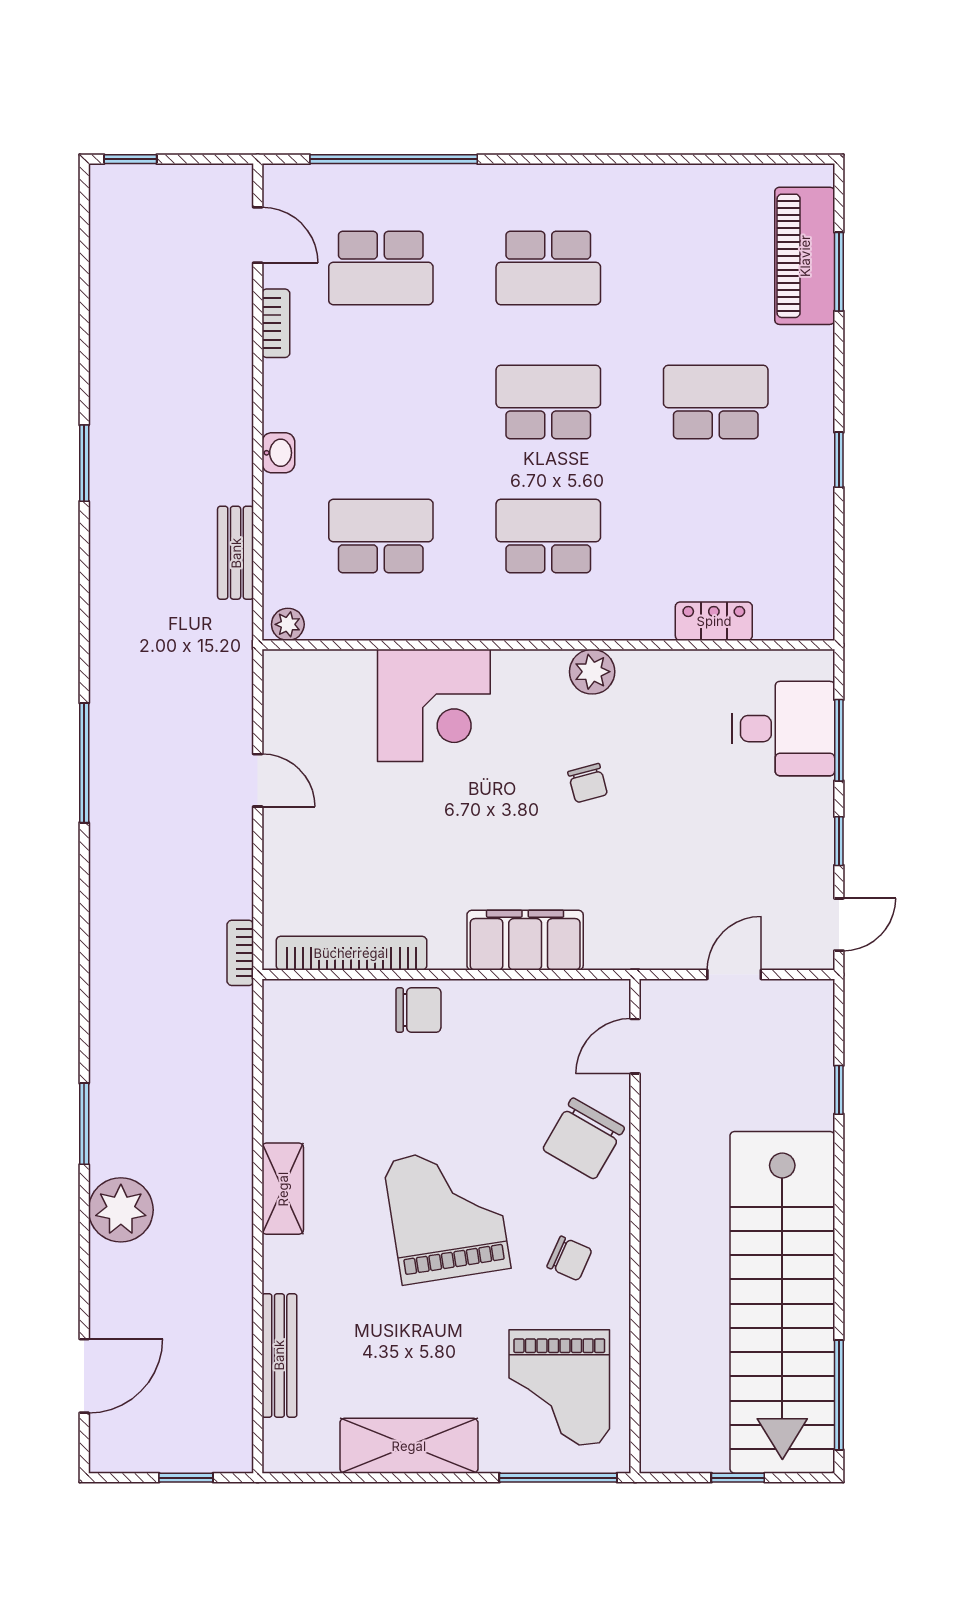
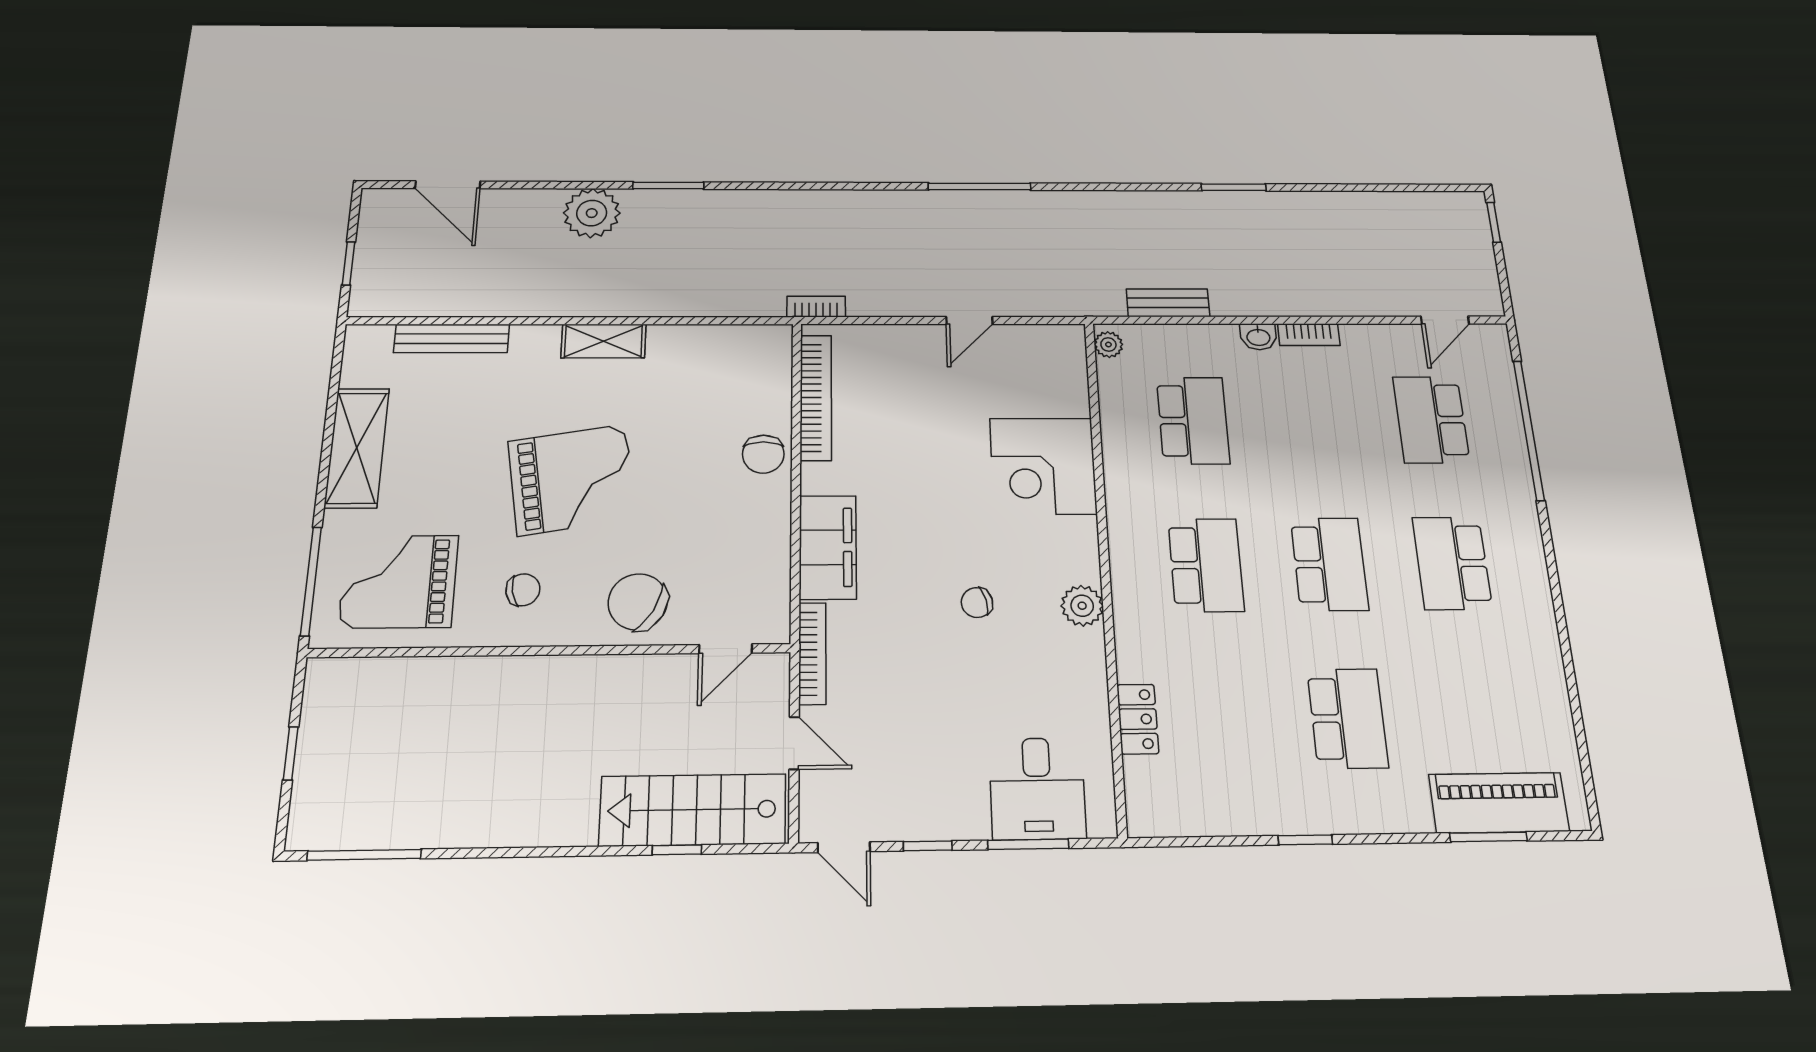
bookcase: (276, 323) -> (1309, 335), moved
bookcase: (641, 956) -> (812, 653), added
door: (635, 1046) -> (726, 649), swing flipped
chair: (569, 1258) -> (523, 590), turned -125
stairs: (782, 1302) -> (693, 810), moved, width x0.54, depth x0.66

